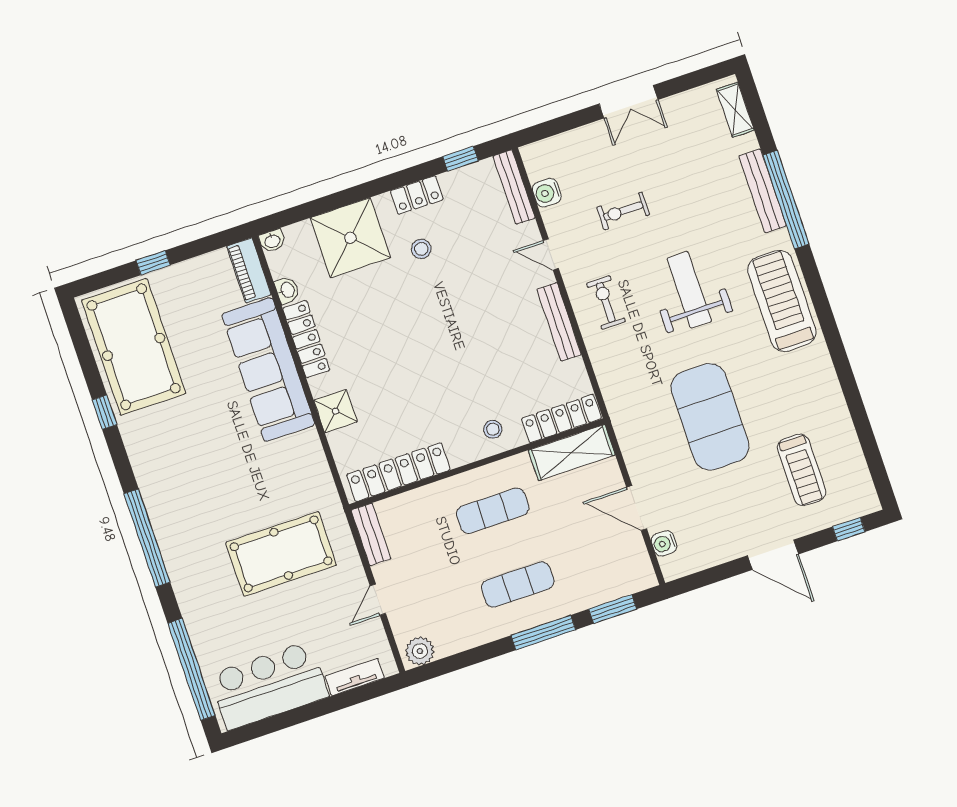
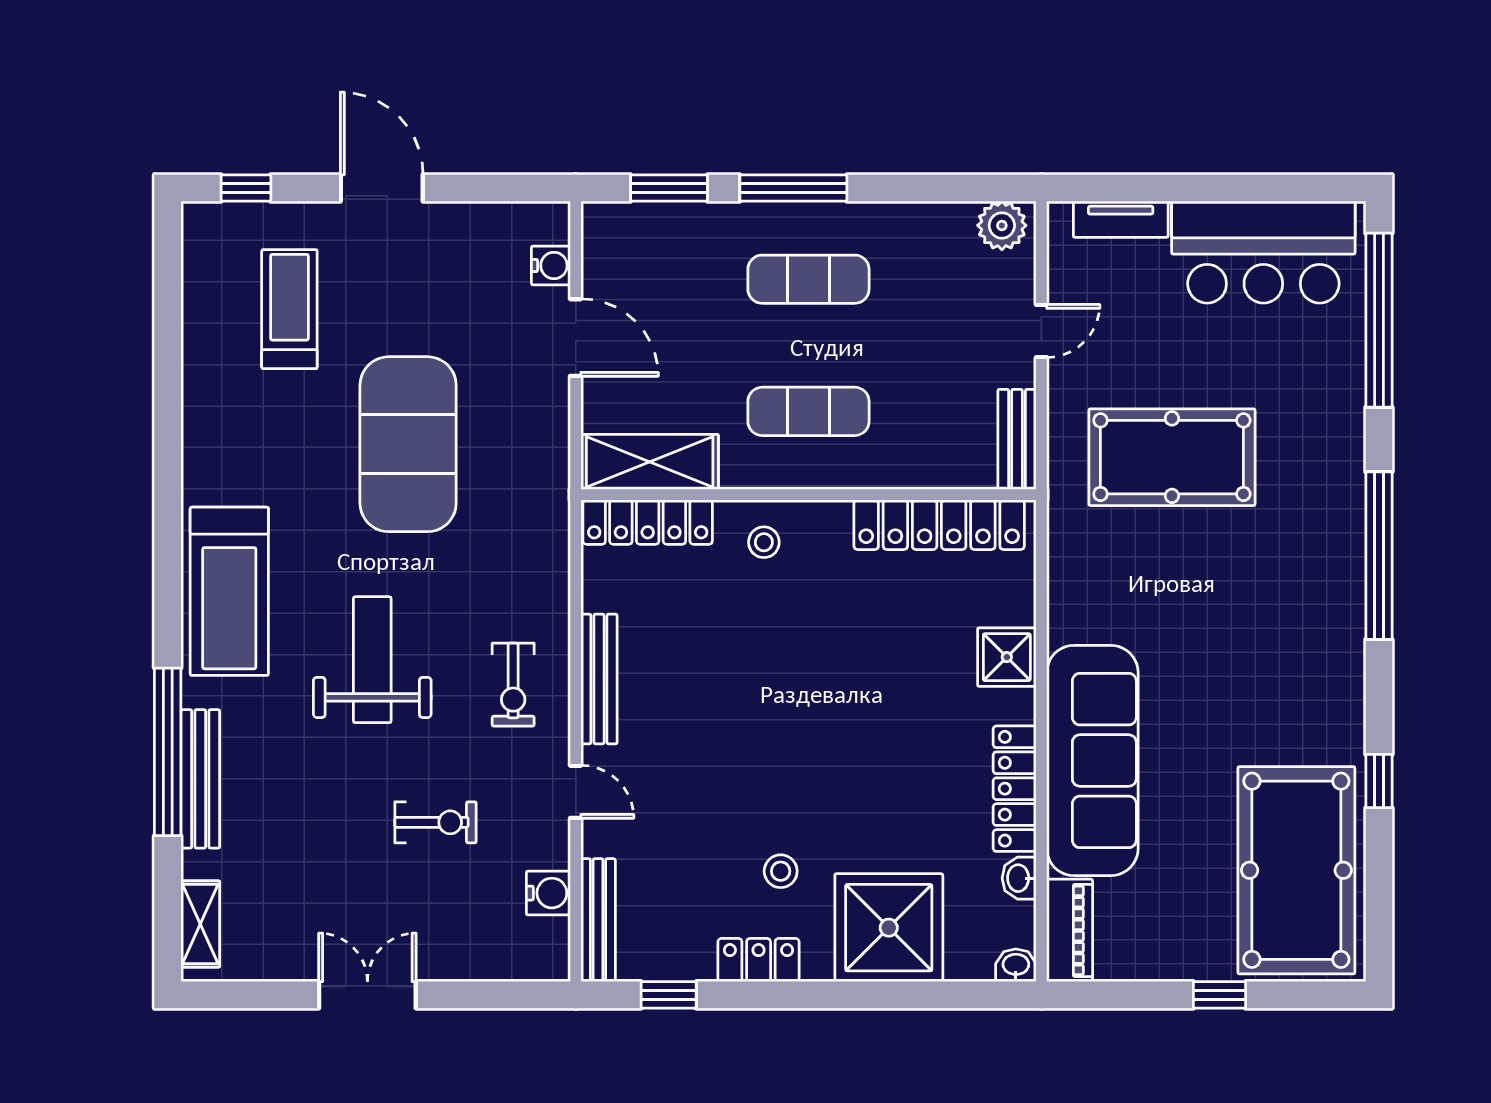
weight bench: (689, 290) -> (372, 660), turned 180

